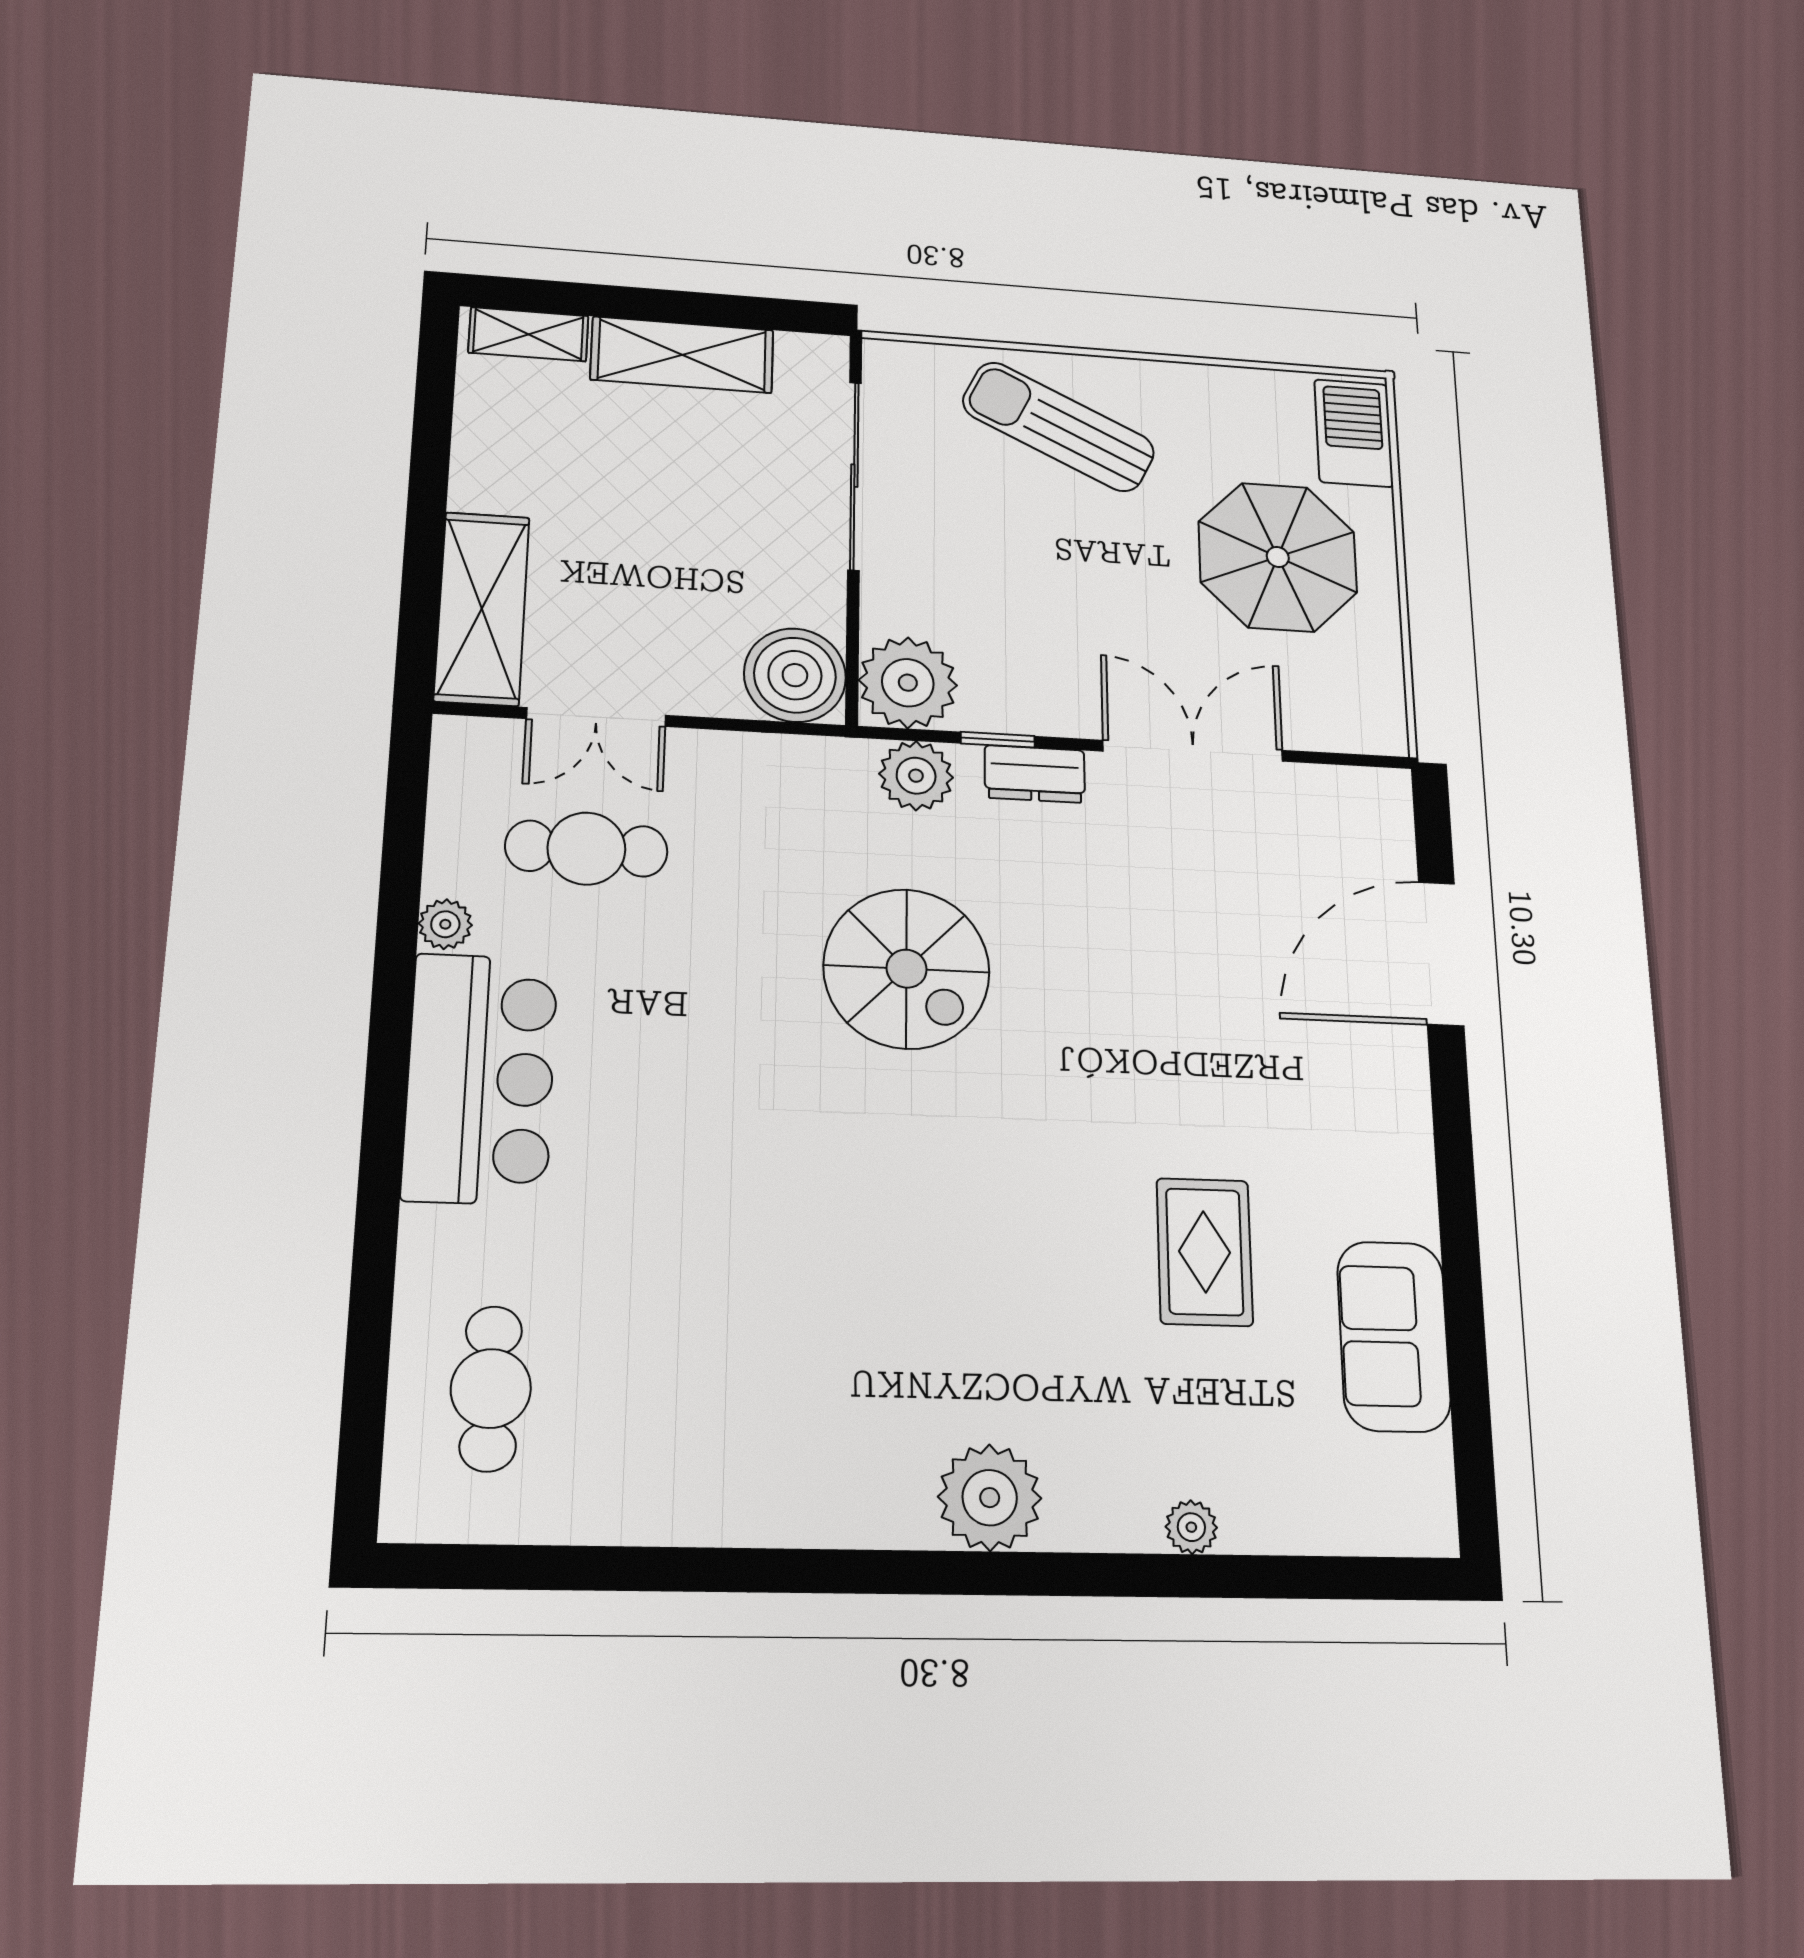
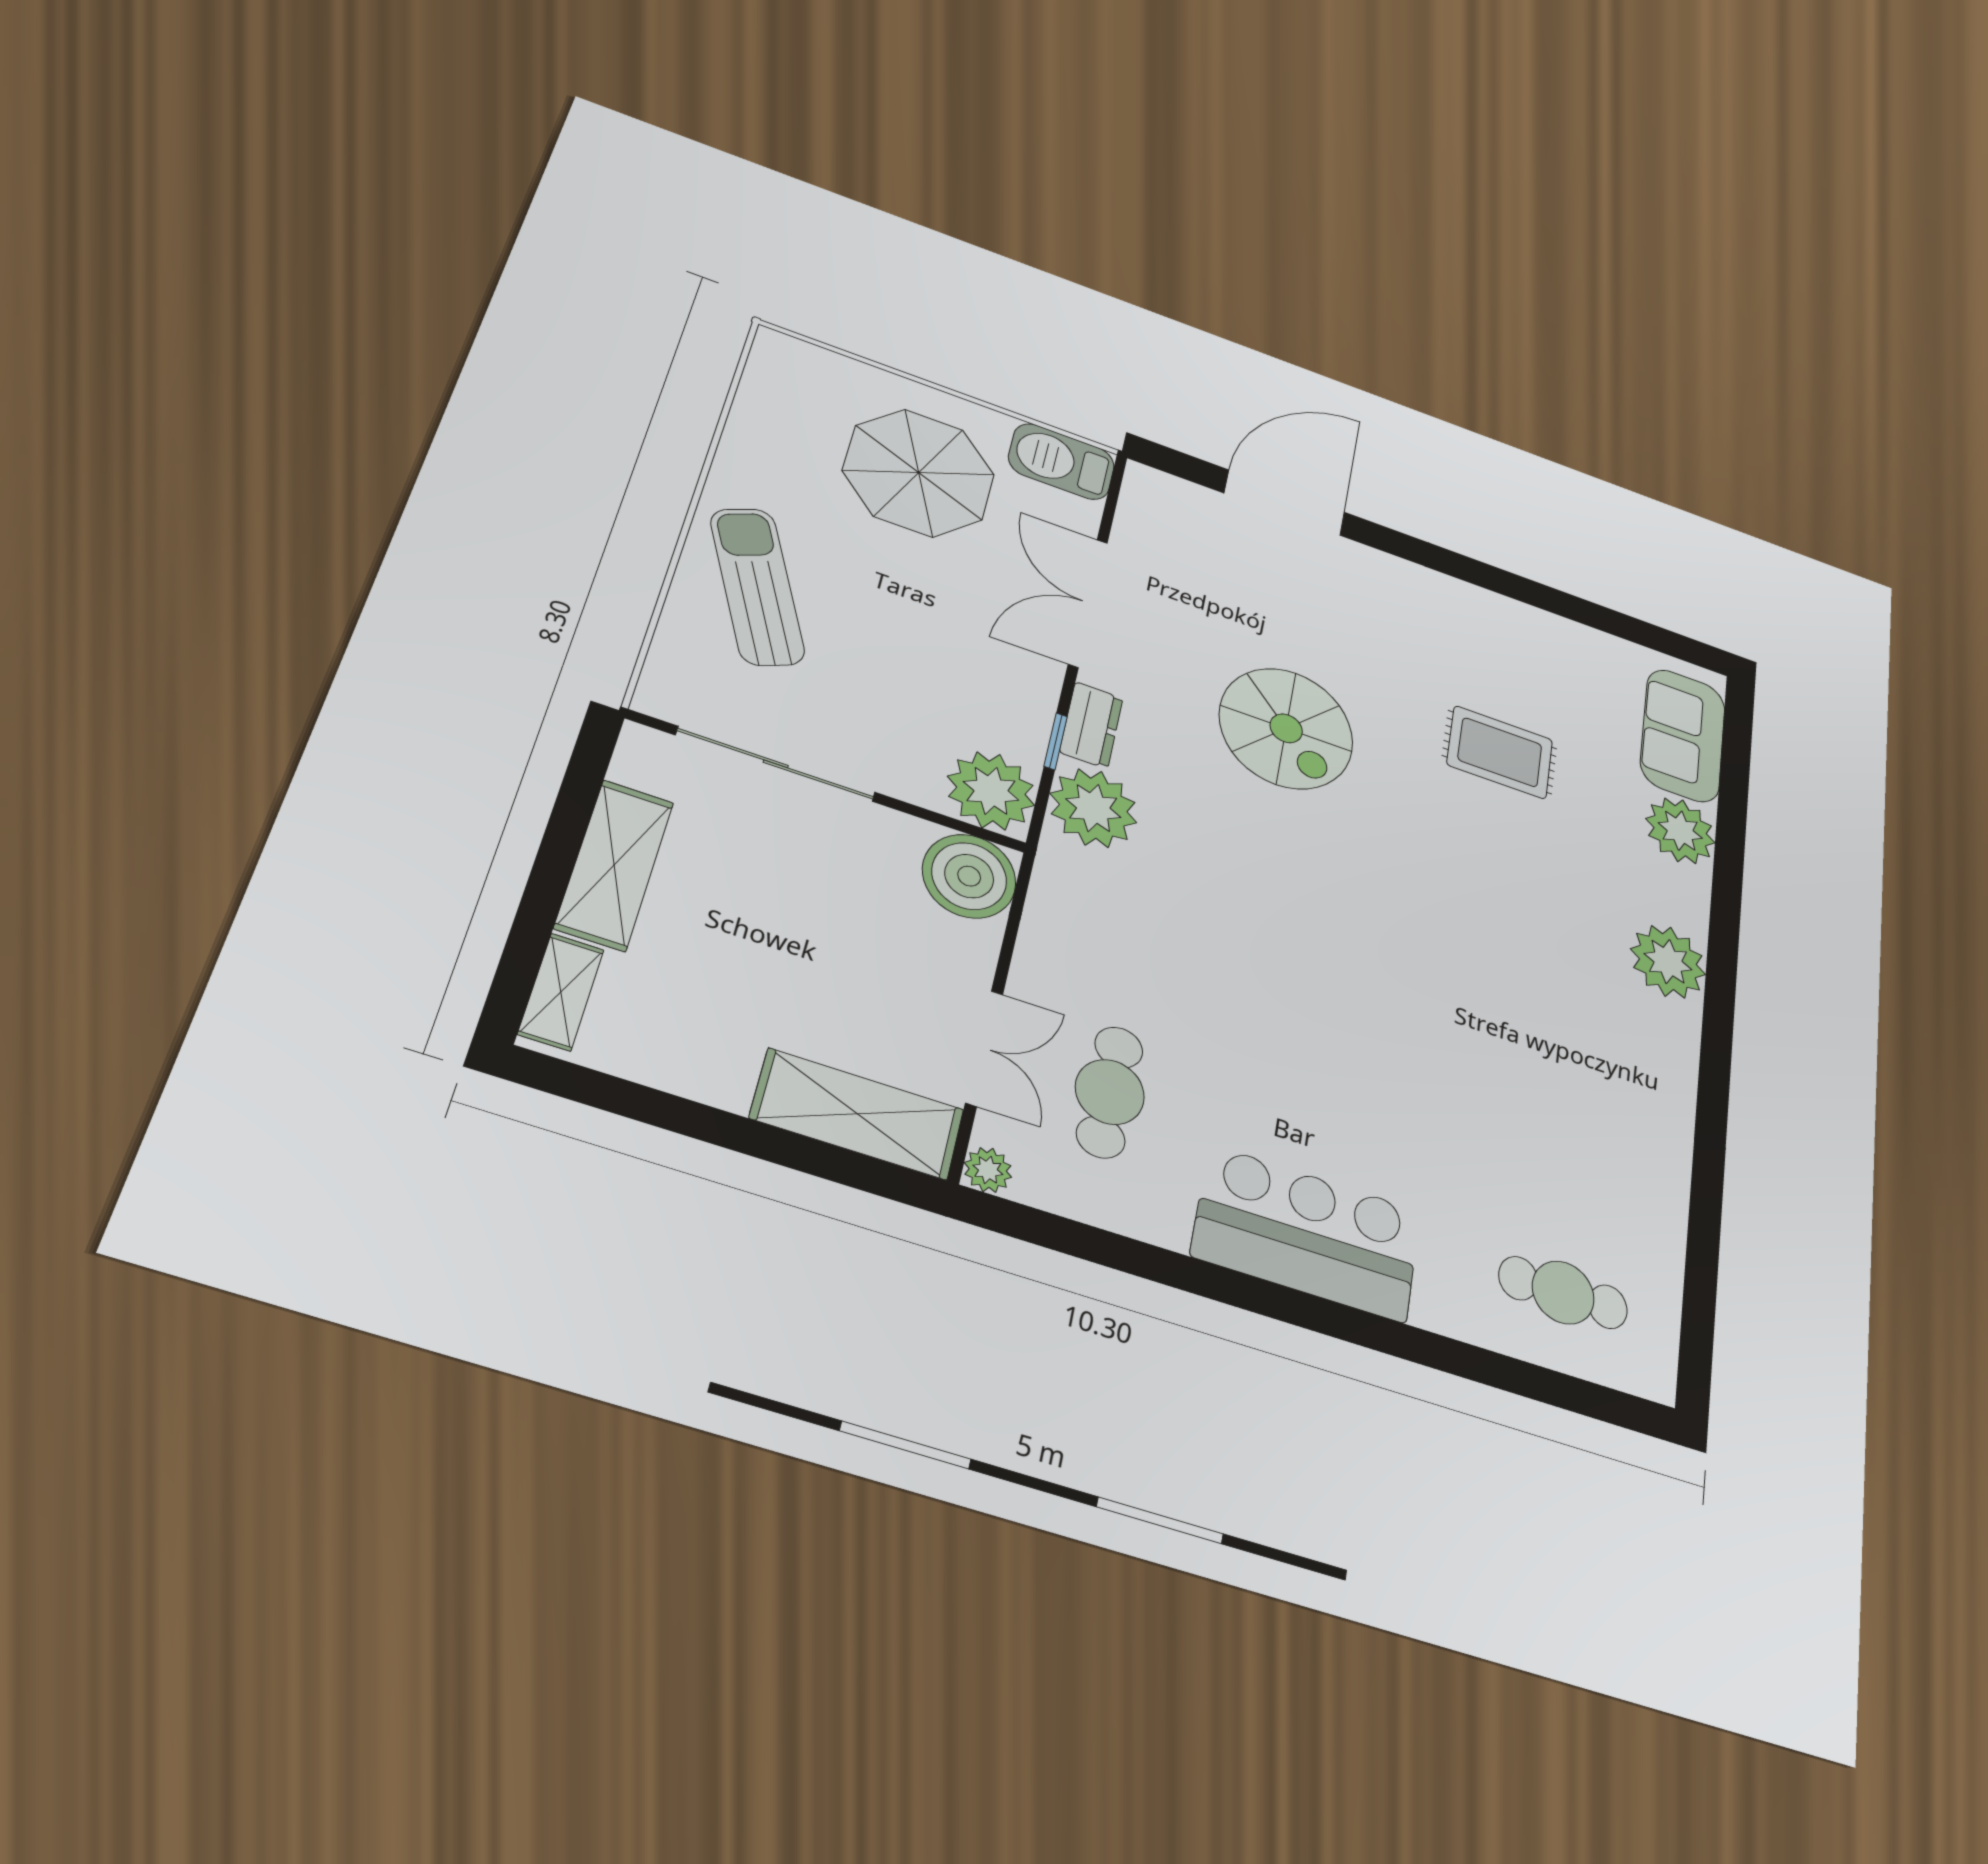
sun lounger: (1059, 427) -> (757, 586), turned 129
barbecue: (1354, 433) -> (1061, 462), moved
plant: (916, 776) -> (1093, 808), width x1.36, depth x1.36
plant: (445, 924) -> (988, 1170), moved
door: (1441, 954) -> (1285, 503), swing flipped
spiral stairs: (907, 969) -> (1286, 728), moved, turned 90
sofa: (1394, 1336) -> (1683, 735), moved, turned 90
plant: (1191, 1527) -> (1680, 831), width x1.88, depth x1.88

